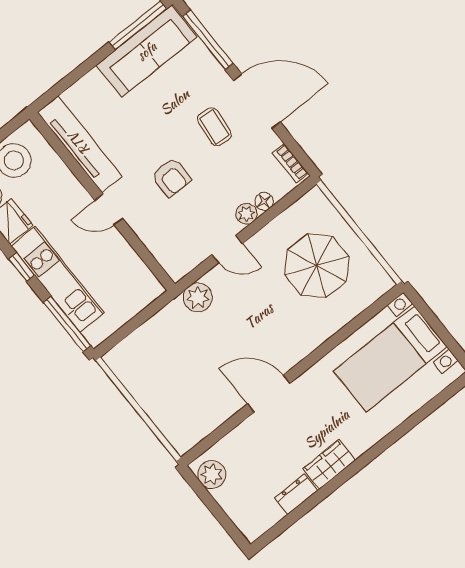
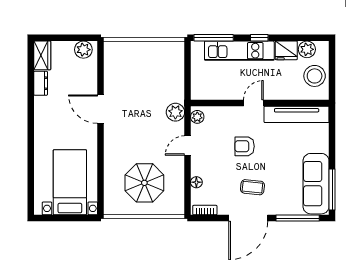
plant: (246, 214) -> (197, 117), moved
door: (269, 394) -> (101, 109), swing flipped
wardrobe: (329, 464) -> (42, 55), moved

